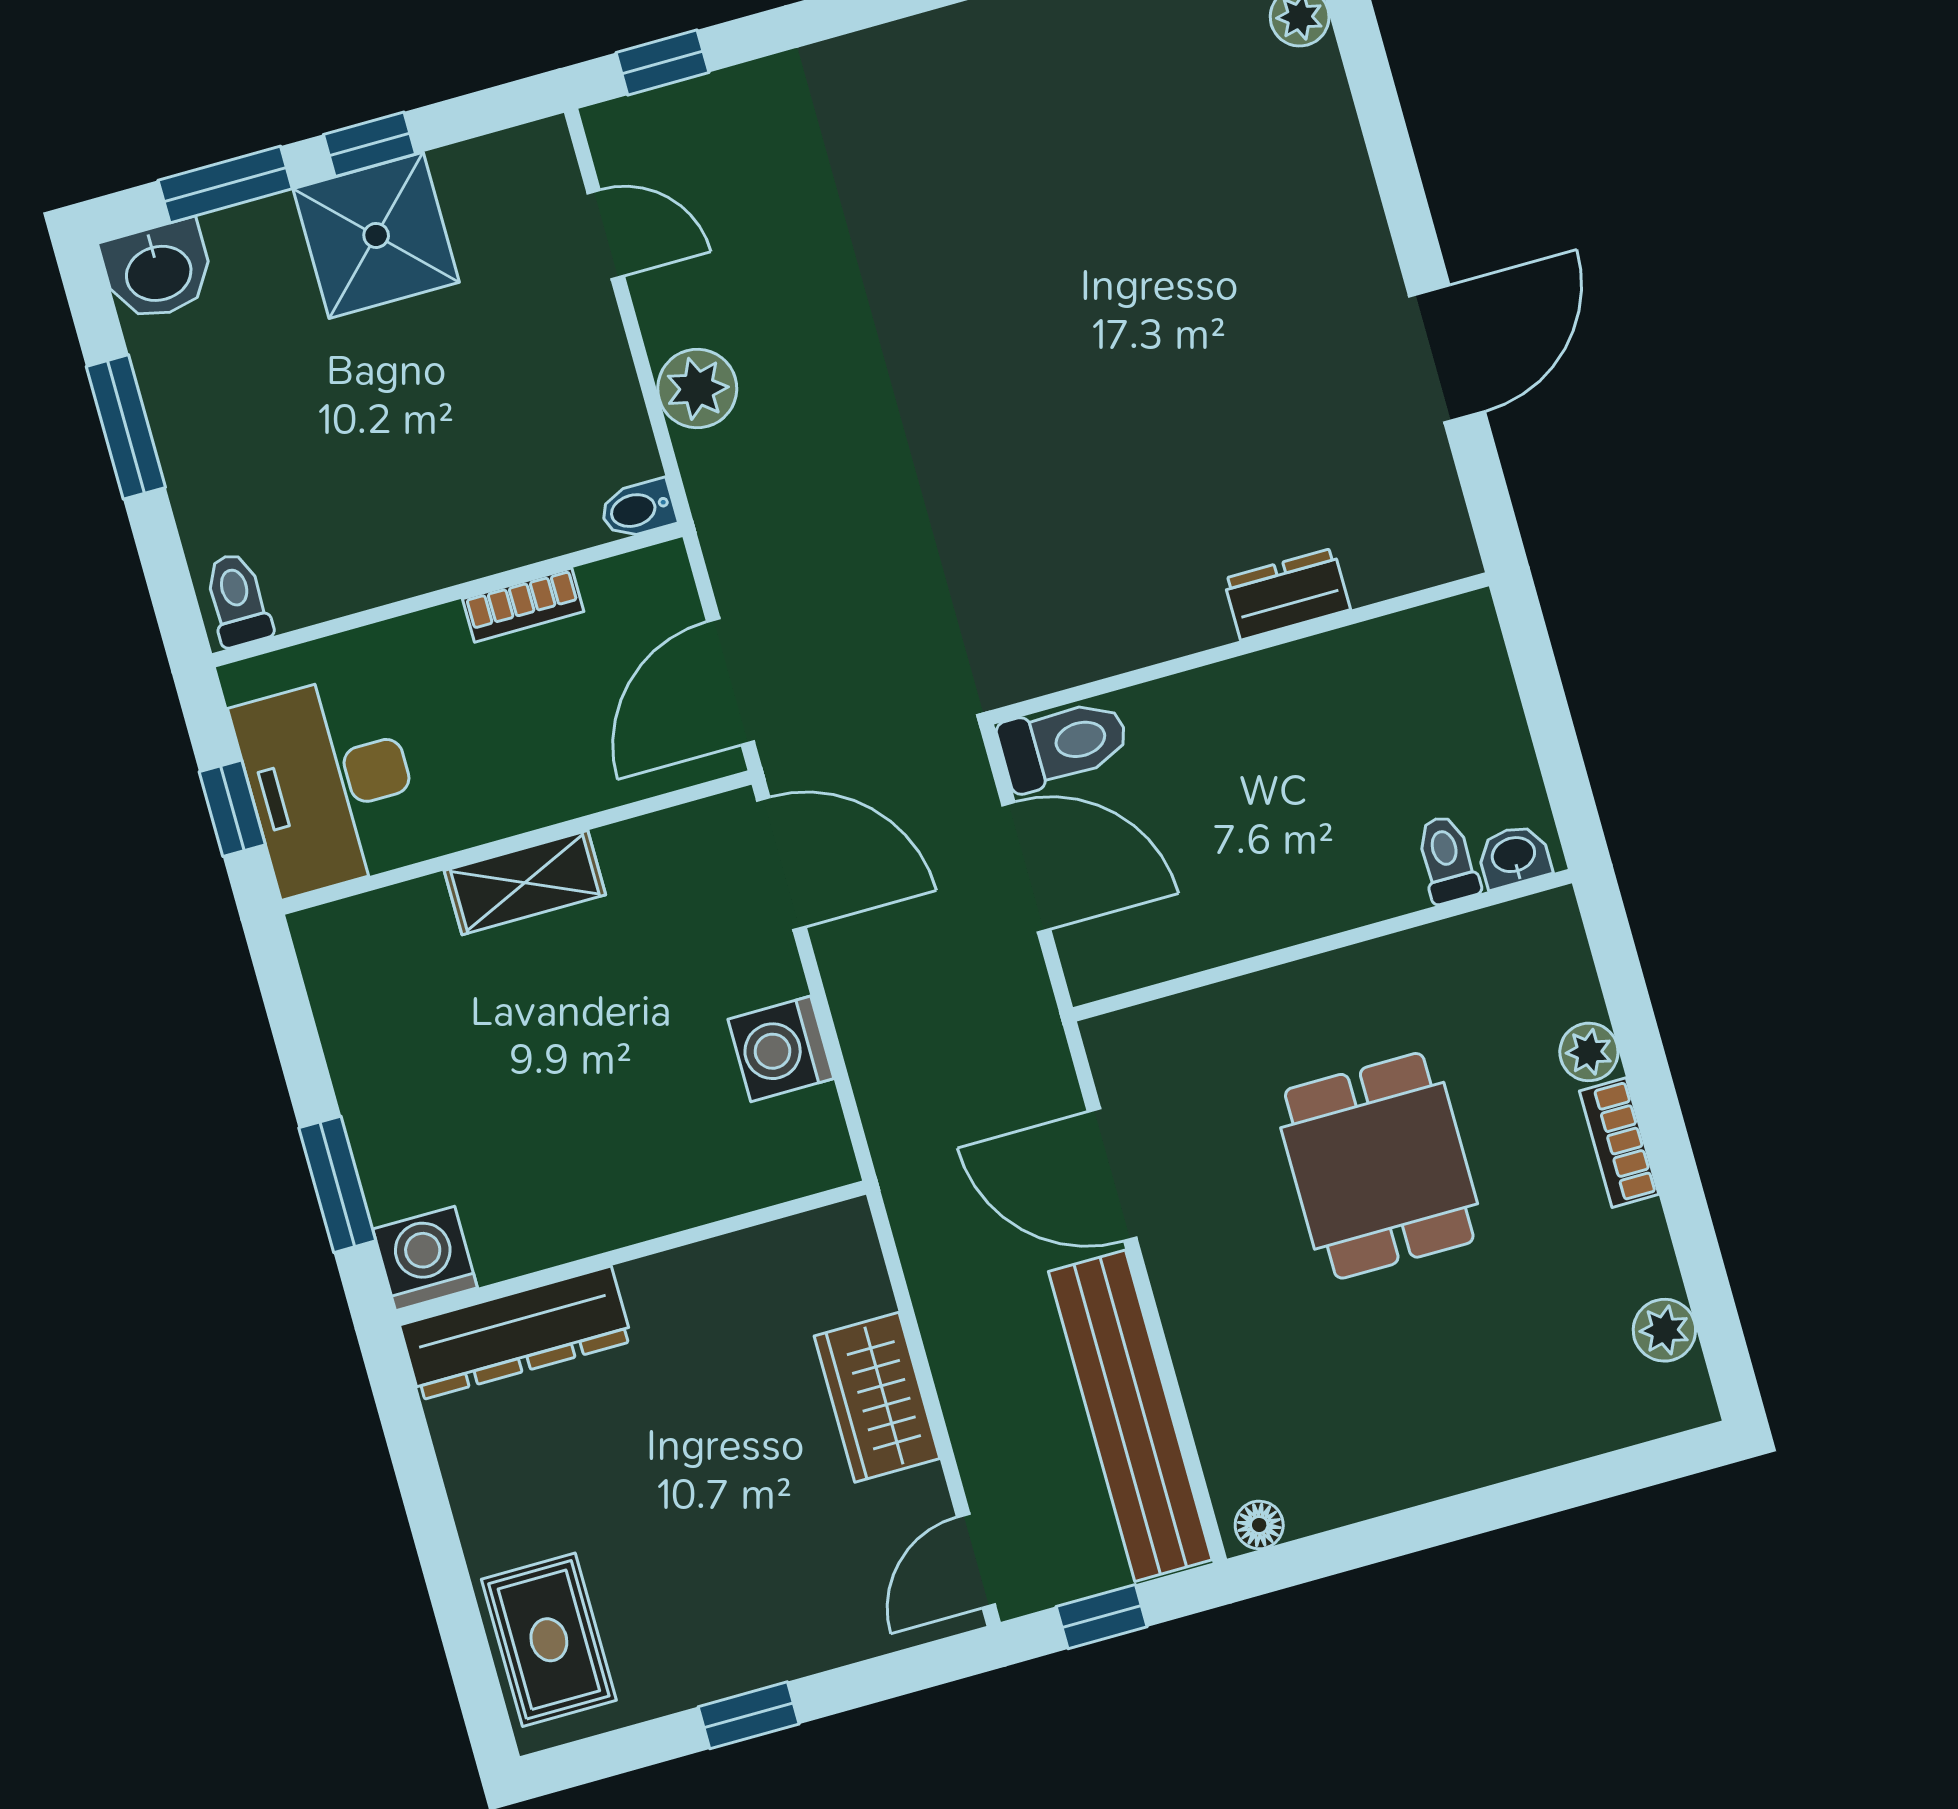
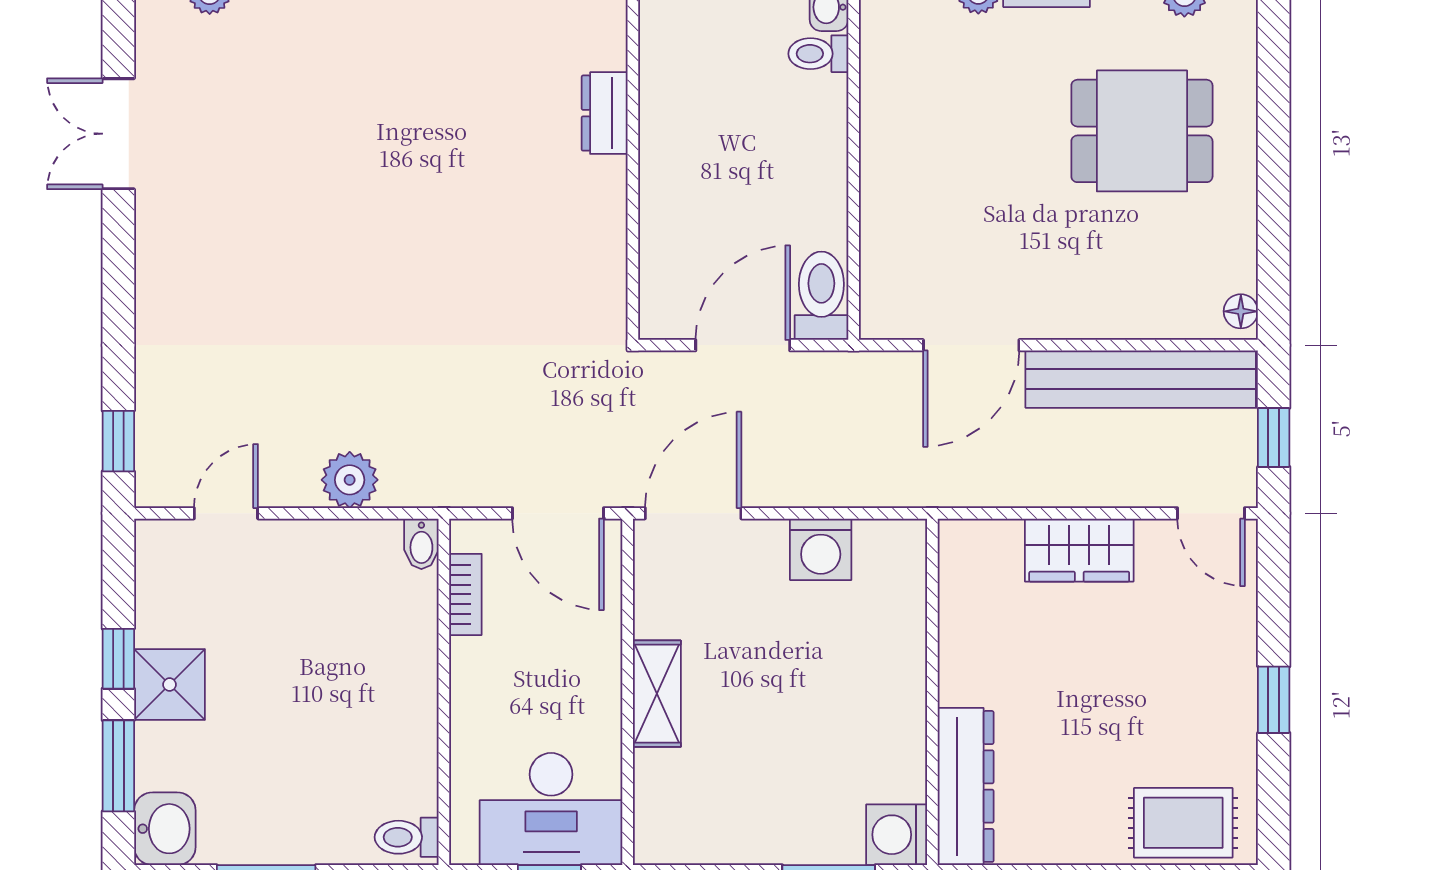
shower: (376, 235) -> (170, 685), width x0.73, depth x0.73
bookcase: (523, 605) -> (465, 594), moved
toilet: (1064, 744) -> (821, 296), moved
dining table: (1379, 1166) -> (1142, 131), moved

